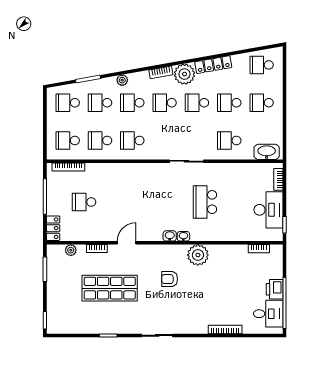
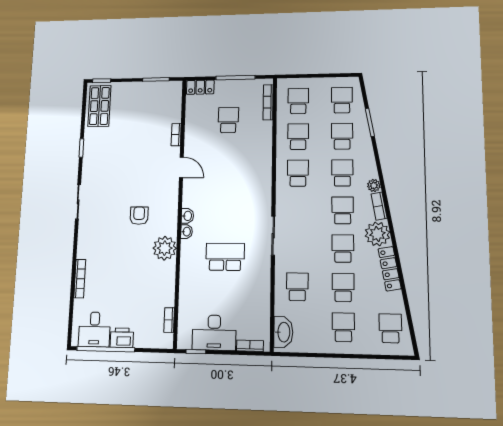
plant: (122, 80) -> (374, 186), moved
plant: (71, 250) -> (176, 107), removed
shop shelf: (110, 288) -> (99, 106), moved, width x0.70, depth x0.74

